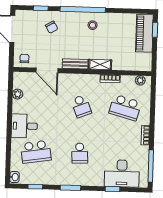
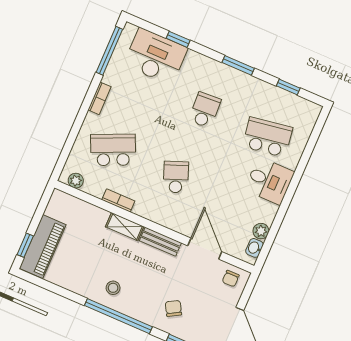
school desk: (125, 108) -> (113, 150), turned -39
washbasin: (14, 177) -> (254, 248), moved

